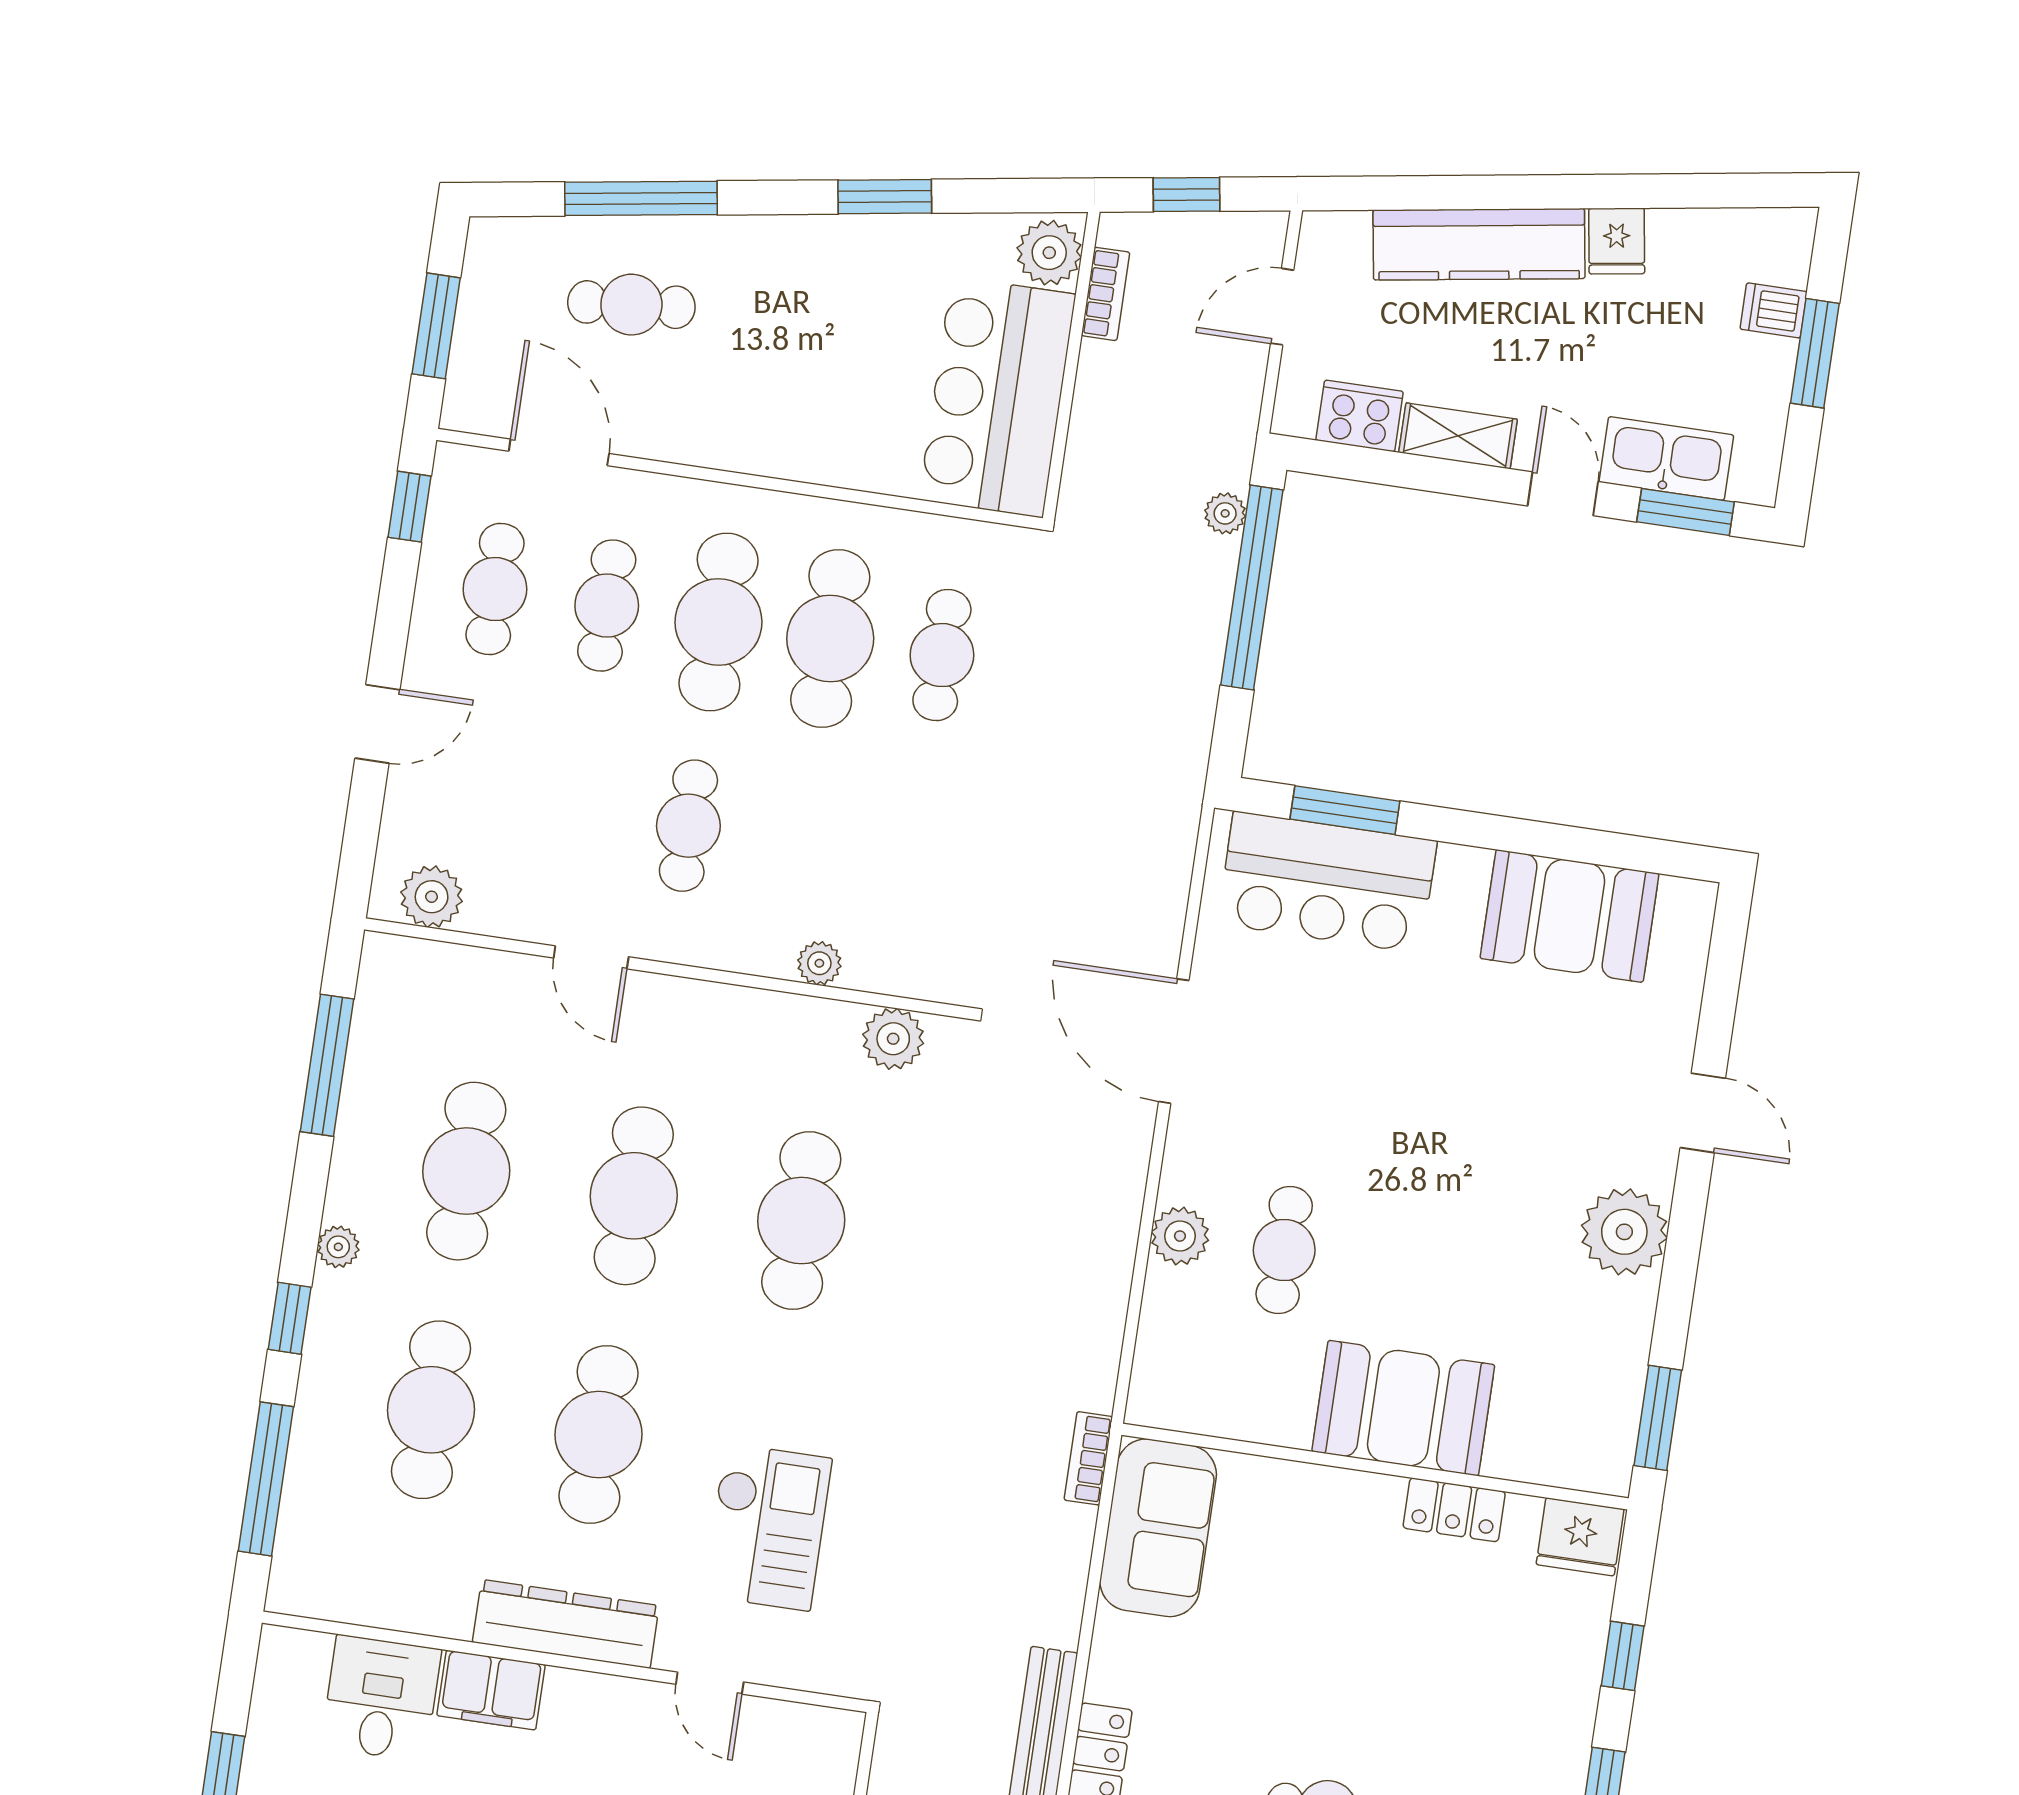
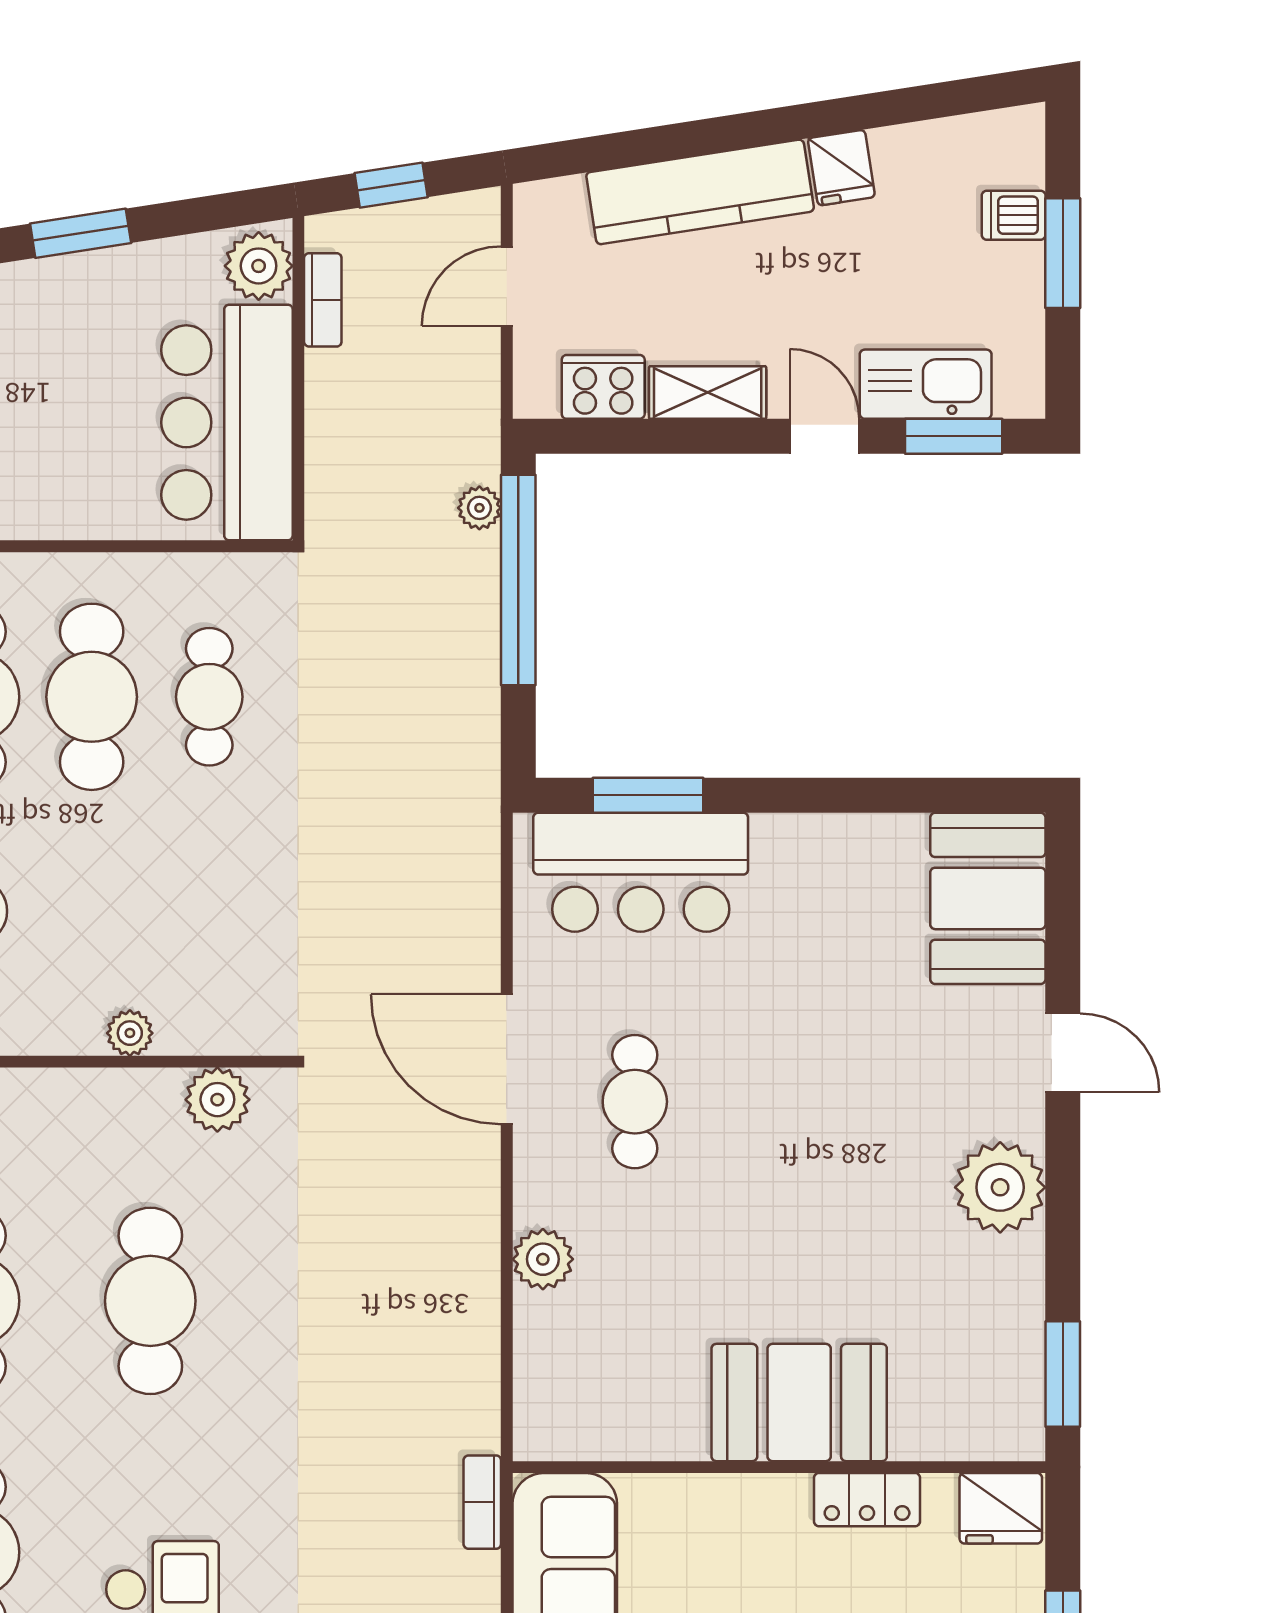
booth: (1570, 916) -> (988, 898), moved, turned 90
cafe table: (1284, 1250) -> (635, 1102), moved

